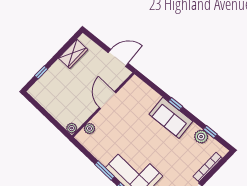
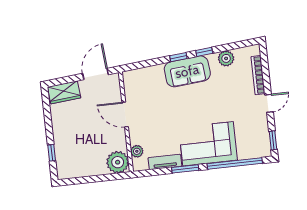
wardrobe: (73, 54) -> (64, 92), moved, turned 85
plant: (72, 128) -> (118, 162), width x1.87, depth x1.87
window: (210, 132) -> (204, 52), moved
tv unit: (98, 153) -> (165, 162), added

